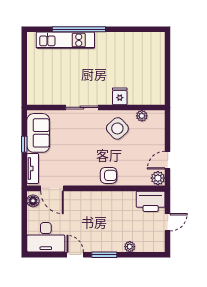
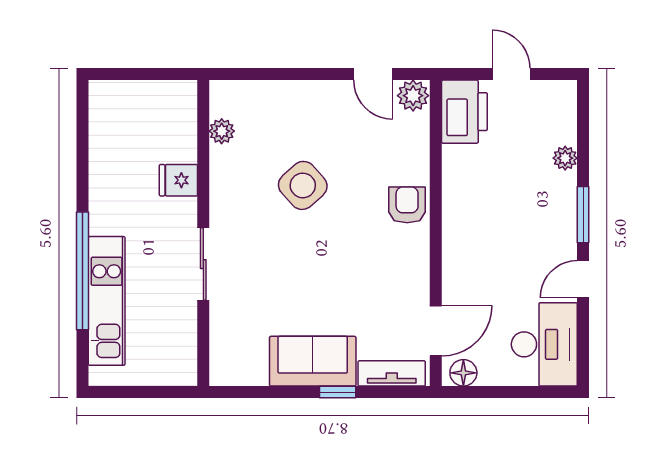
fridge: (120, 96) -> (178, 180), moved
sliding door: (82, 107) -> (203, 264), moved
wall: (96, 107) -> (203, 233), moved
plant: (142, 116) -> (222, 131), moved

